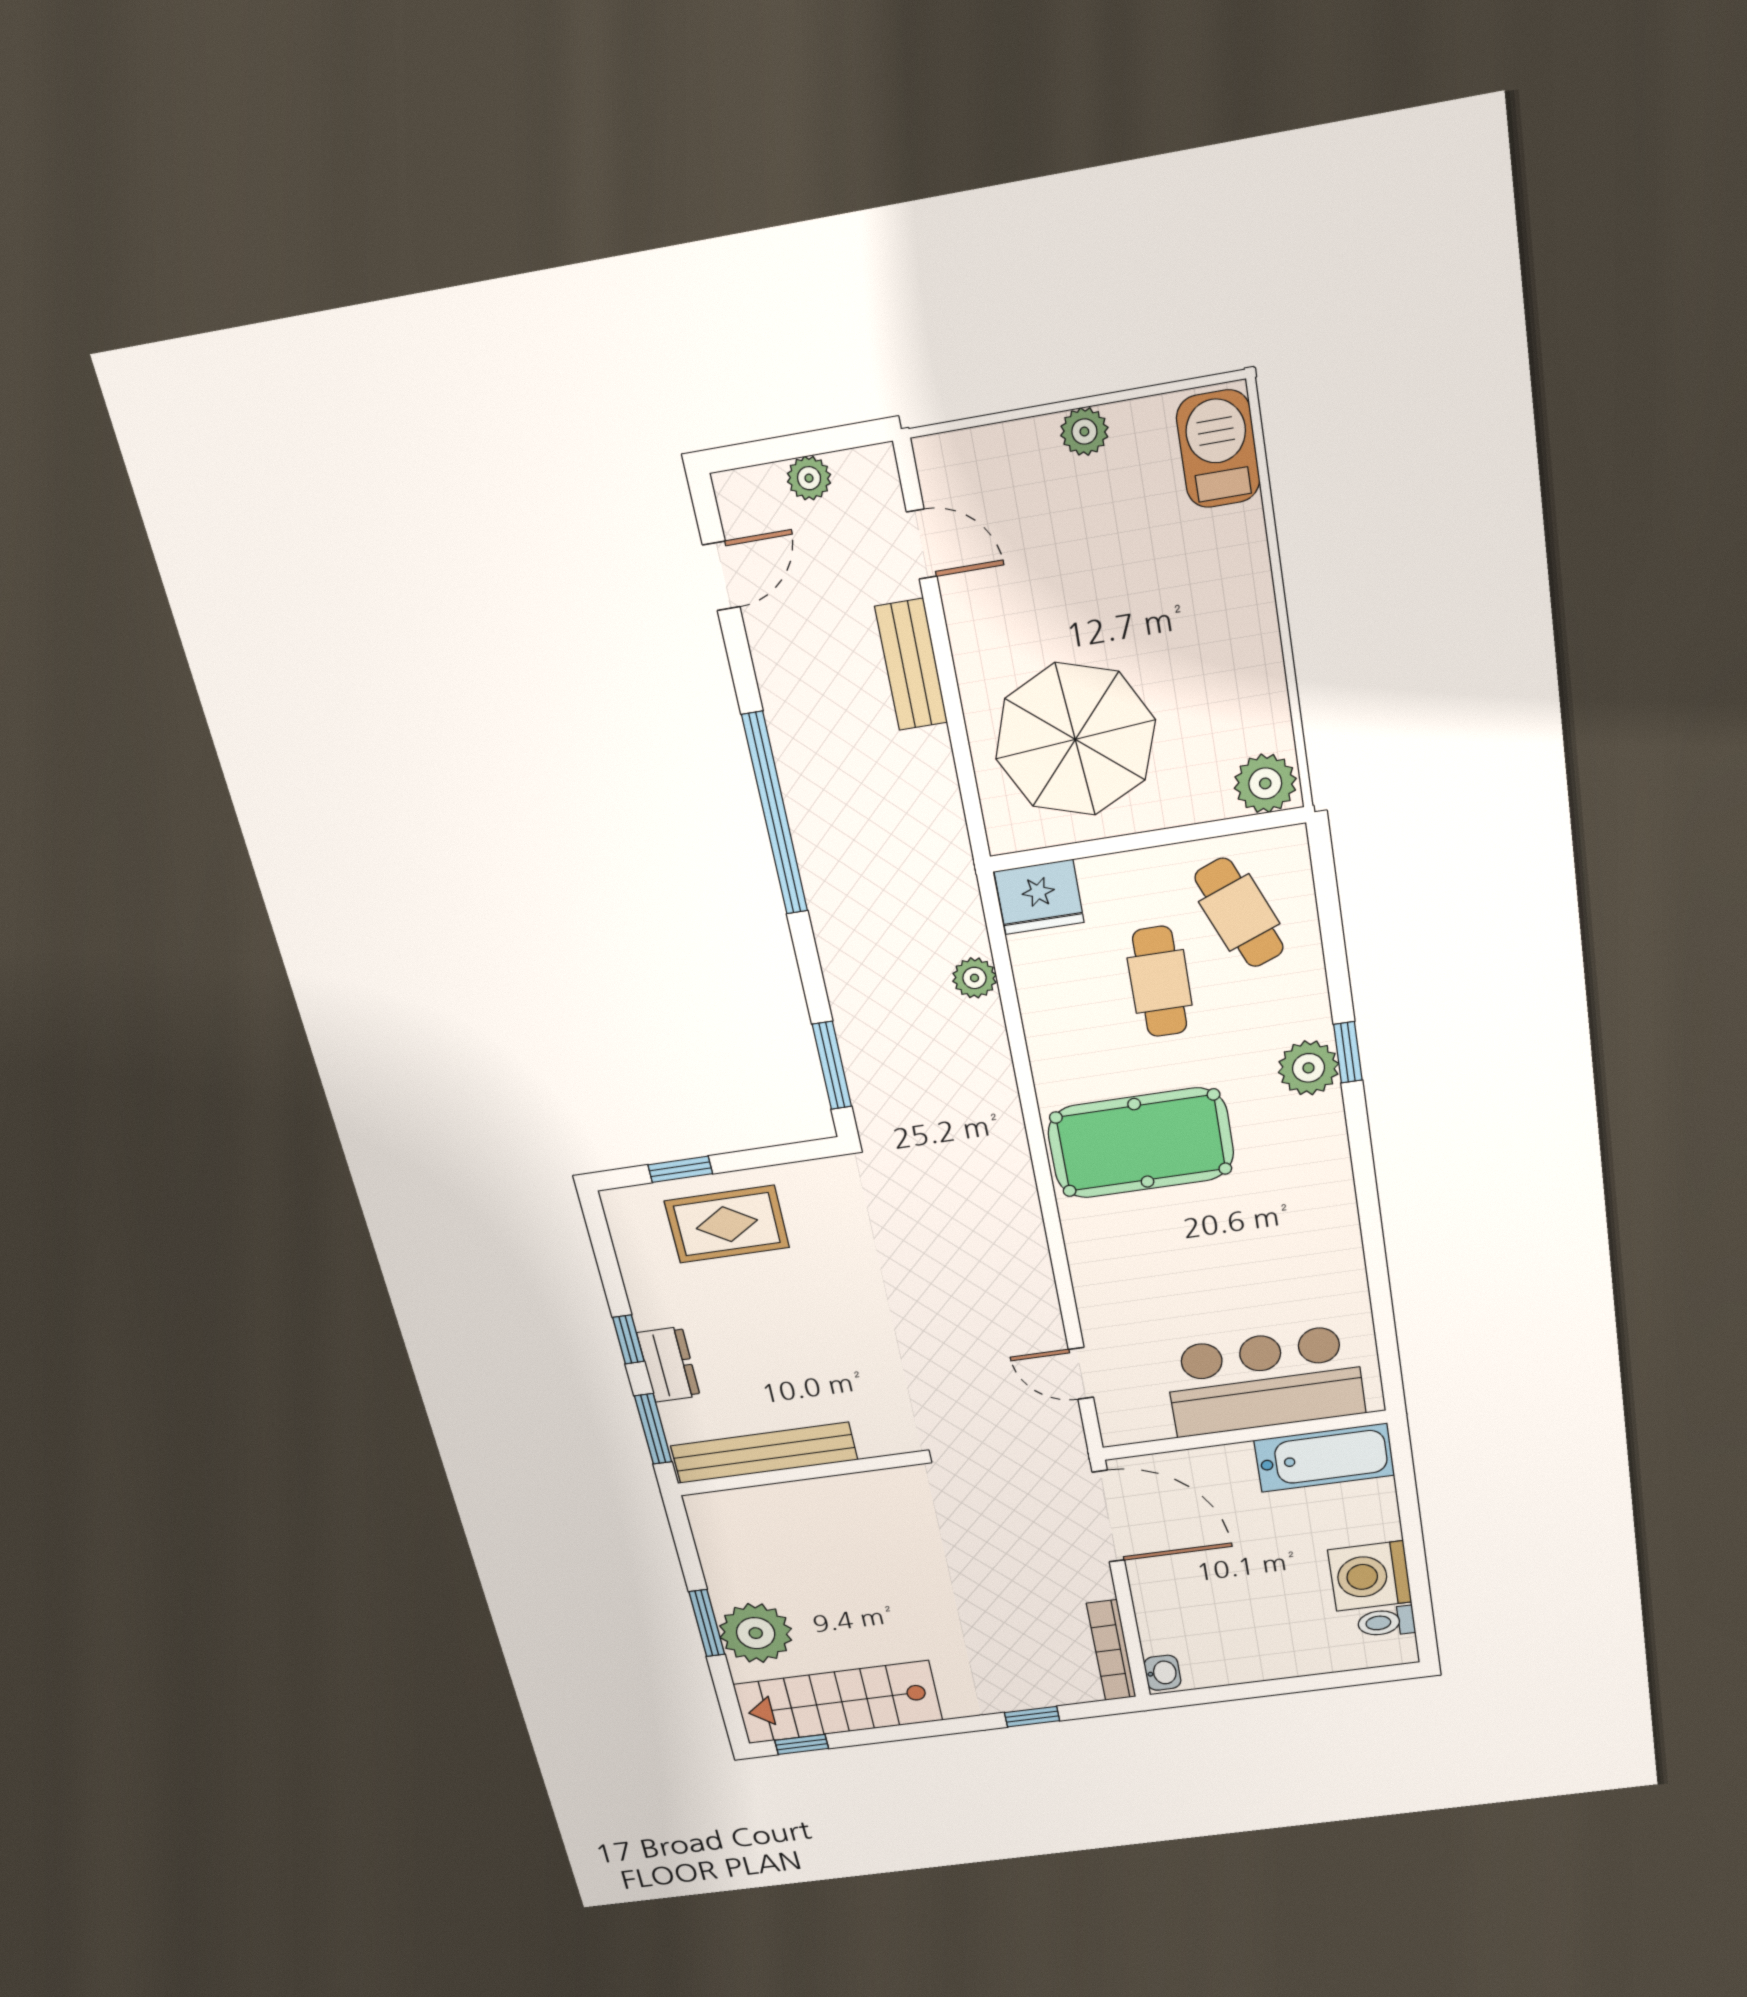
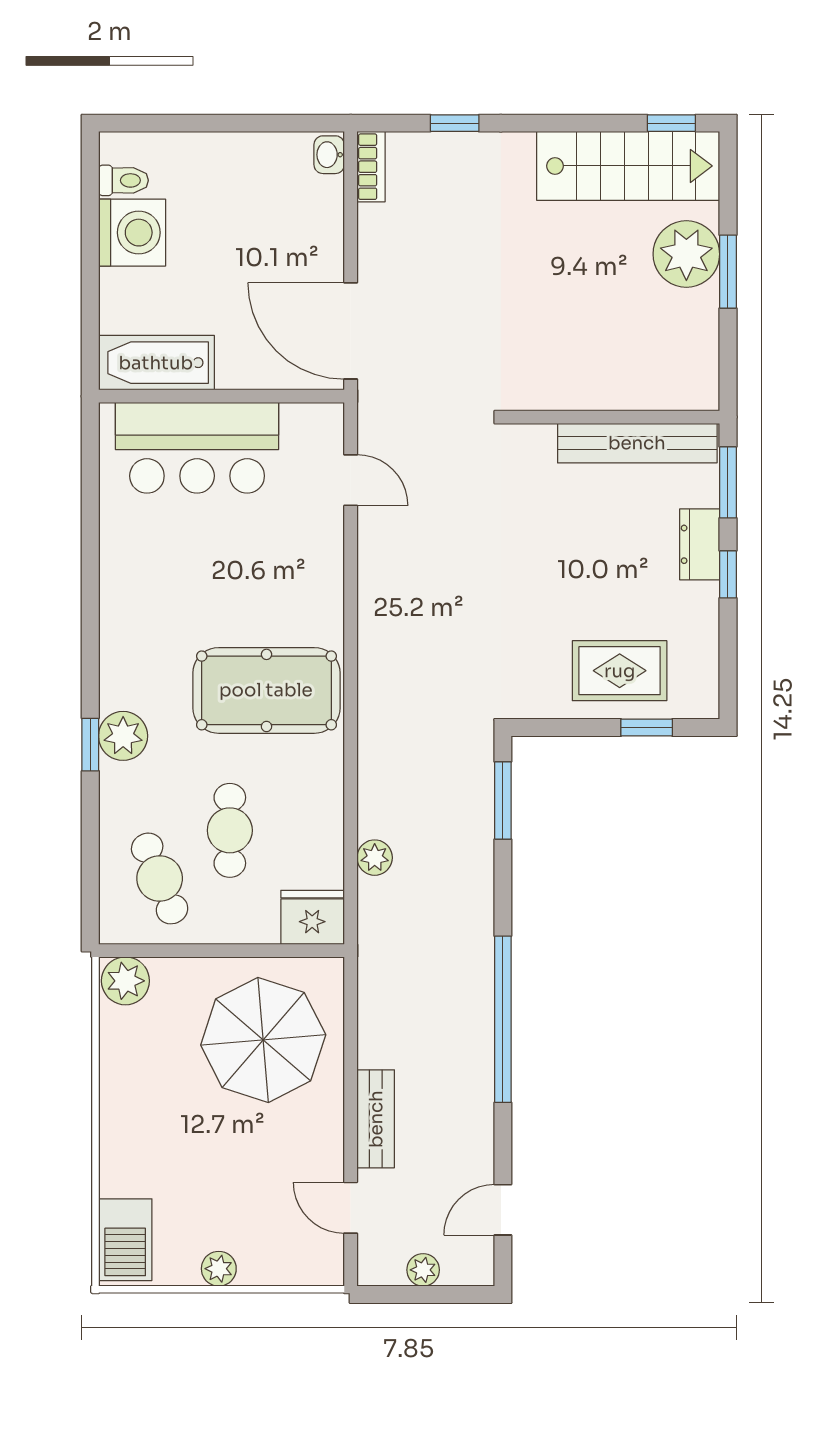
bookcase: (1111, 1650) -> (371, 167), width x0.64

